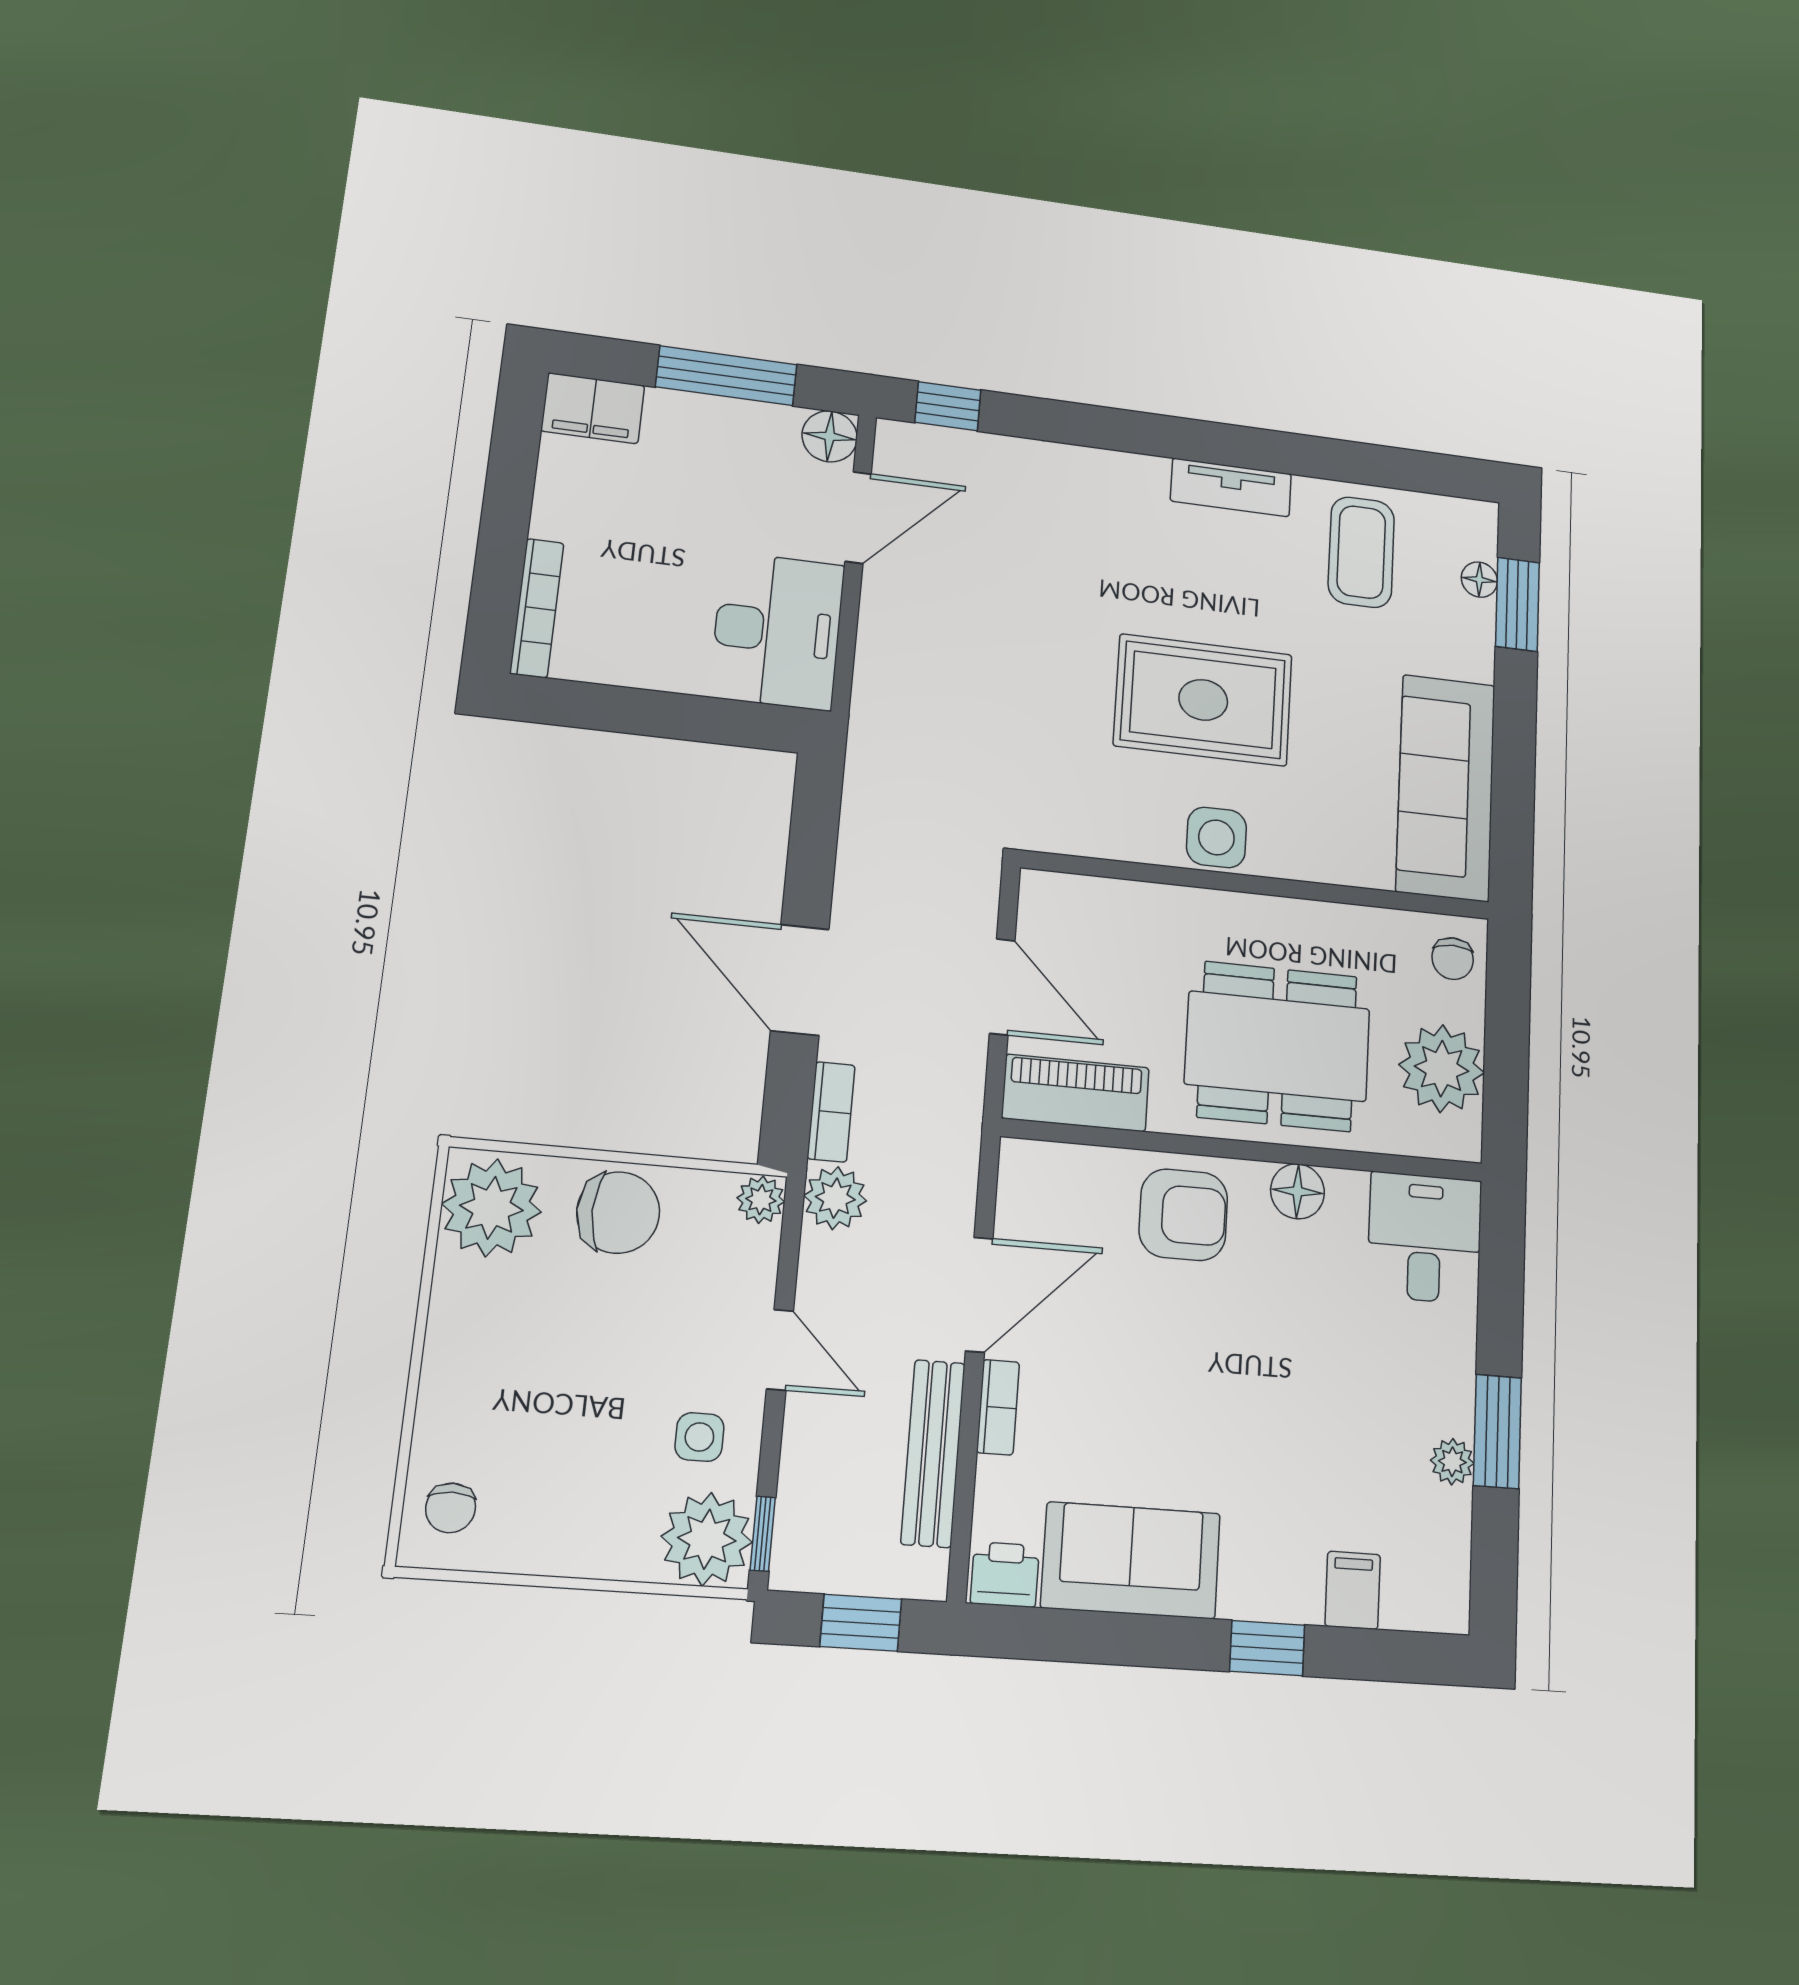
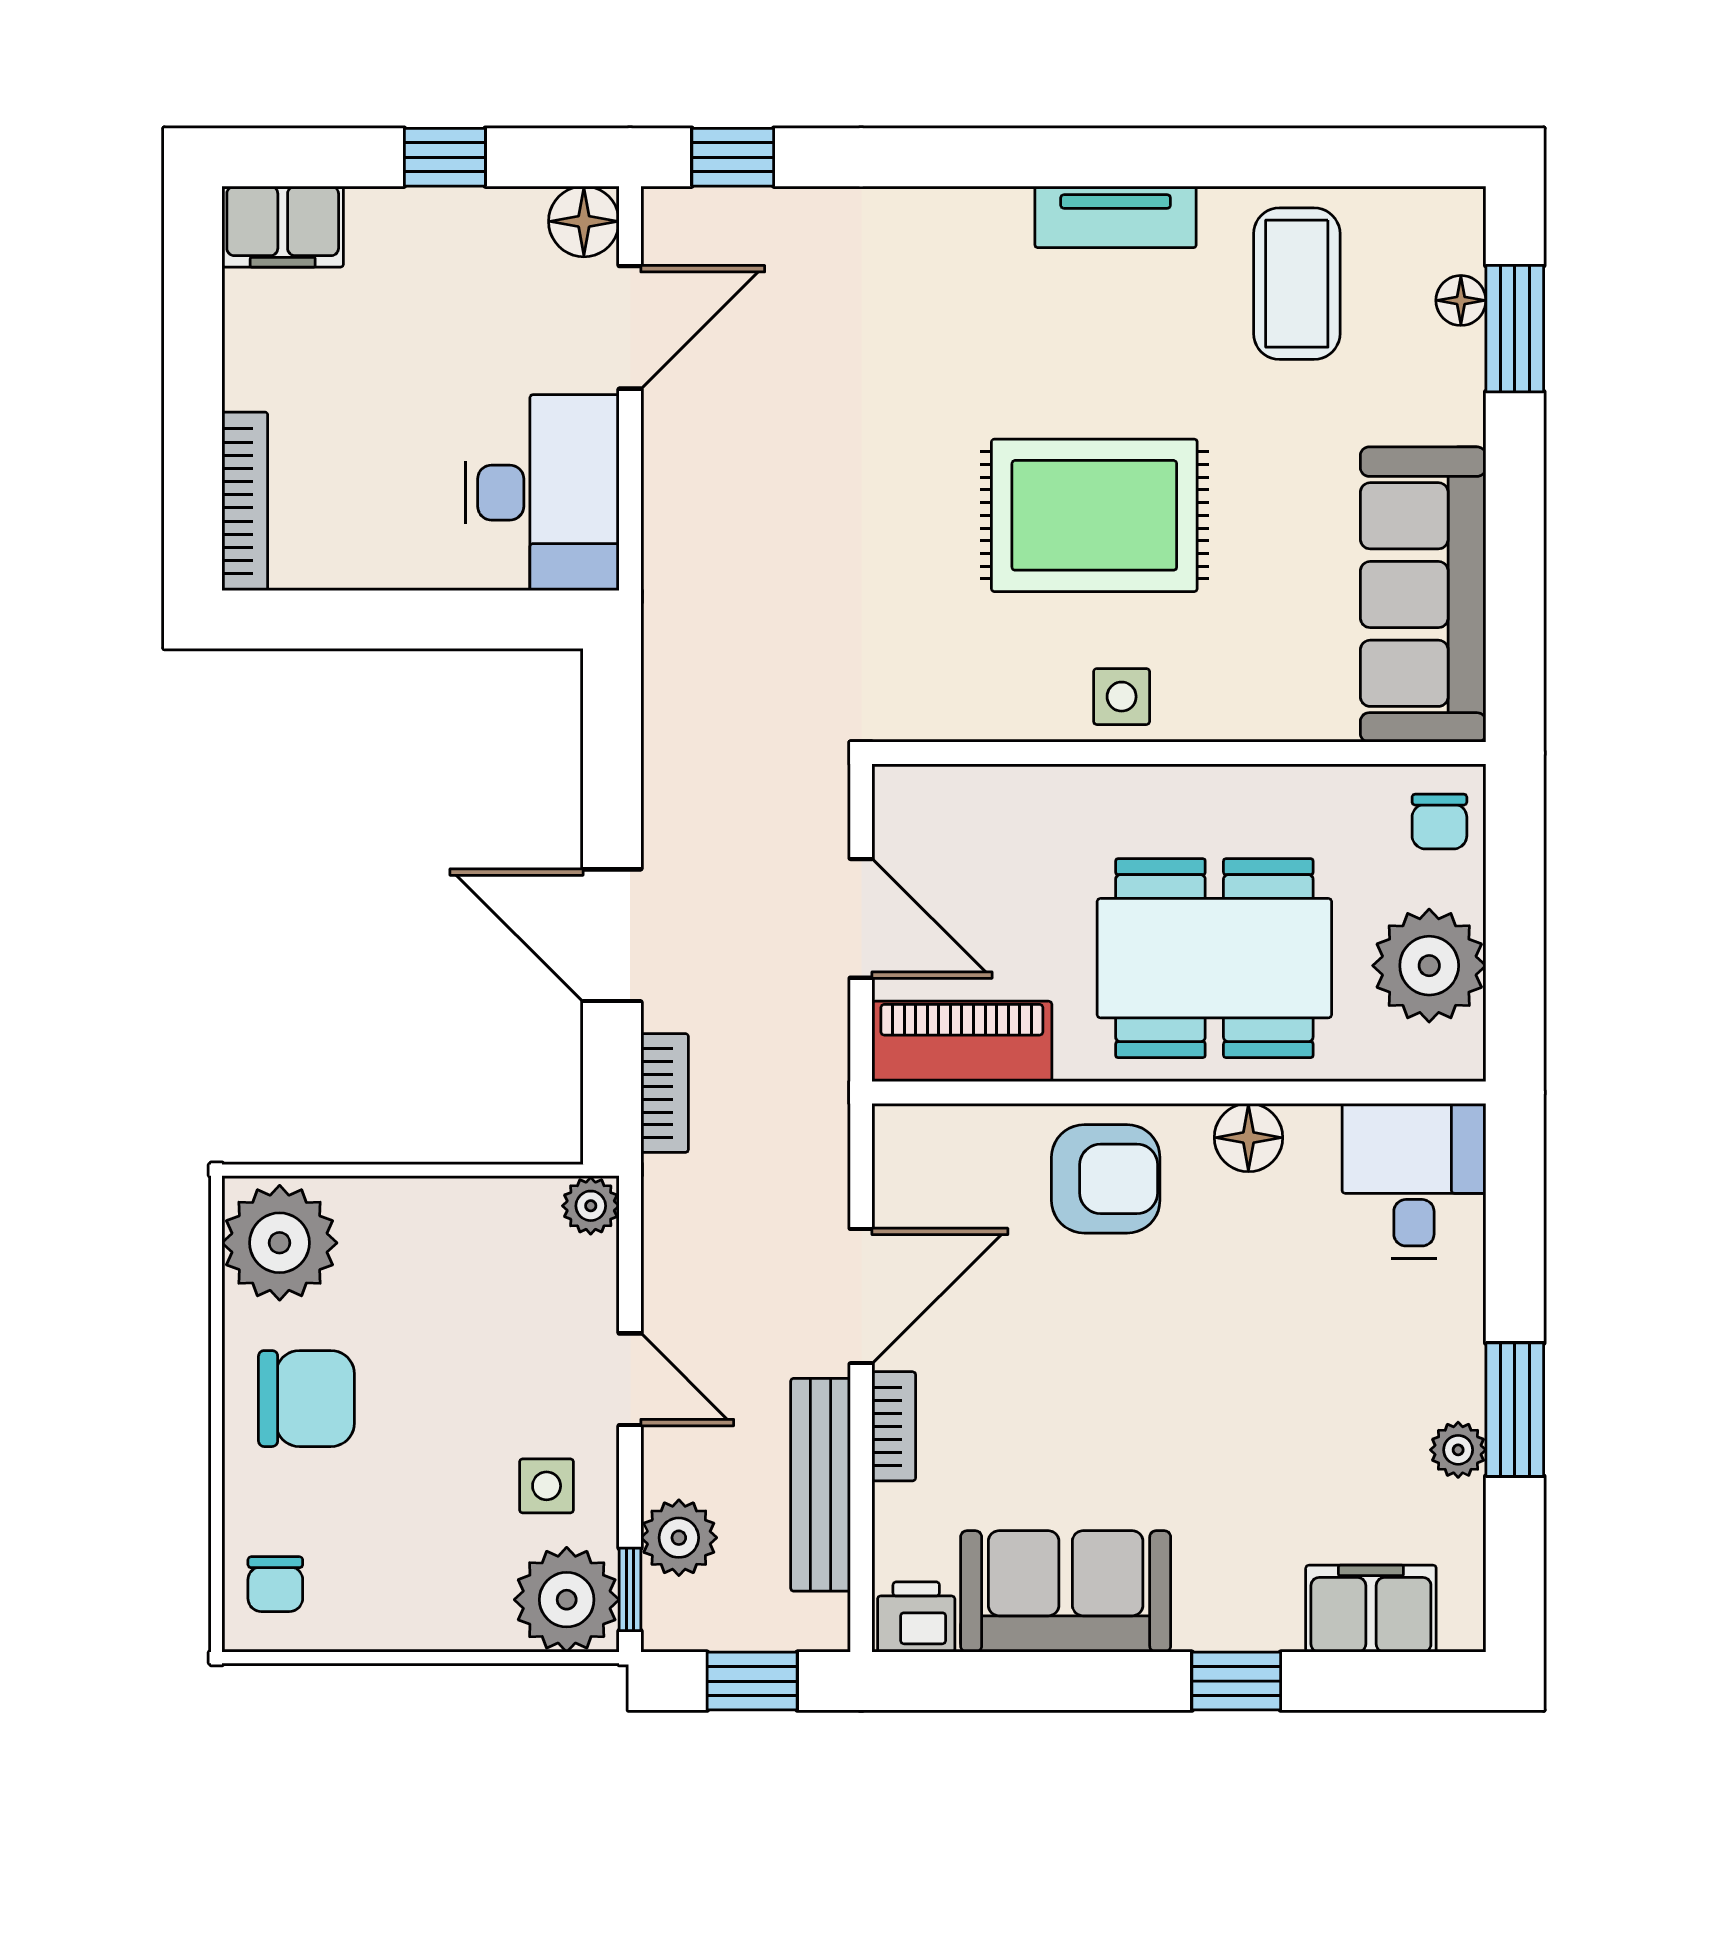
window: (726, 376) -> (445, 157), width x0.46
side table: (1216, 837) -> (1122, 697), width x0.73, depth x0.73
plant: (835, 1198) -> (679, 1538), moved
chair: (618, 1213) -> (306, 1399), moved
filing cabinet: (1353, 1590) -> (1371, 1609), width x2.00

